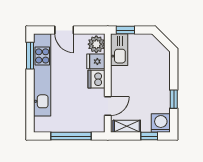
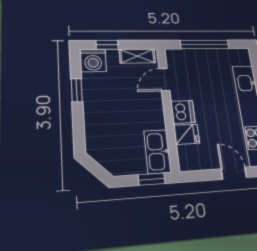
plant: (96, 44) -> (189, 157), removed

